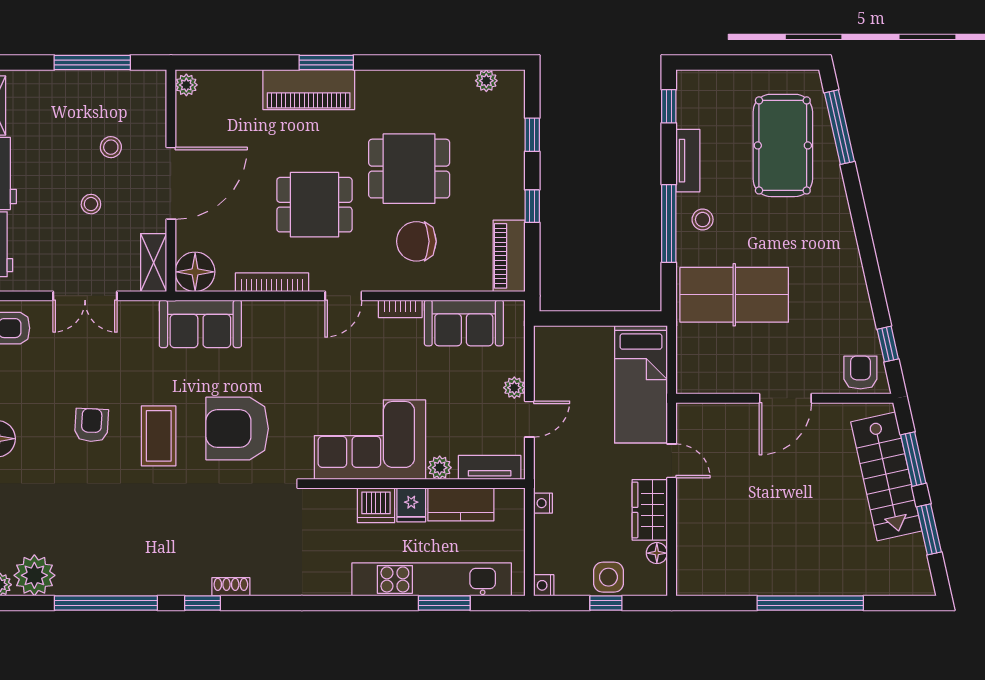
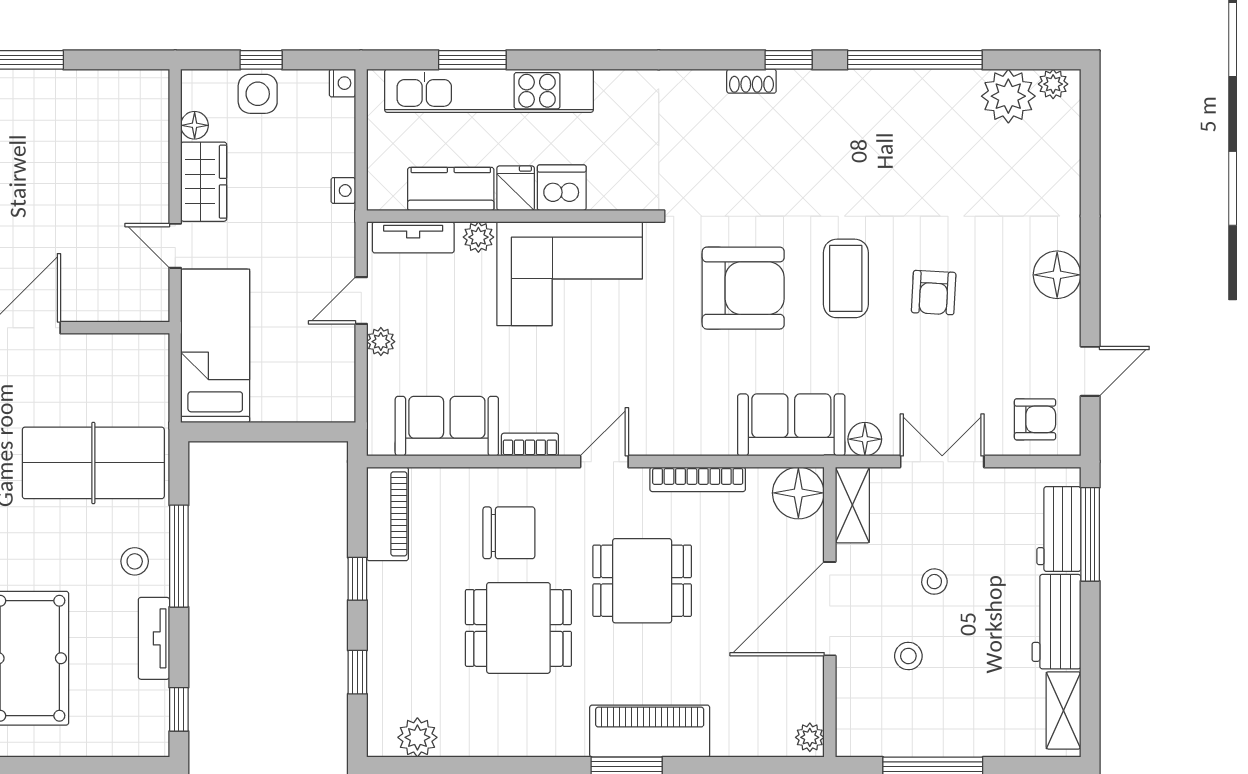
plant: (486, 81) -> (417, 737), width x1.38, depth x1.38
floor lamp: (144, 313) -> (865, 439), added

